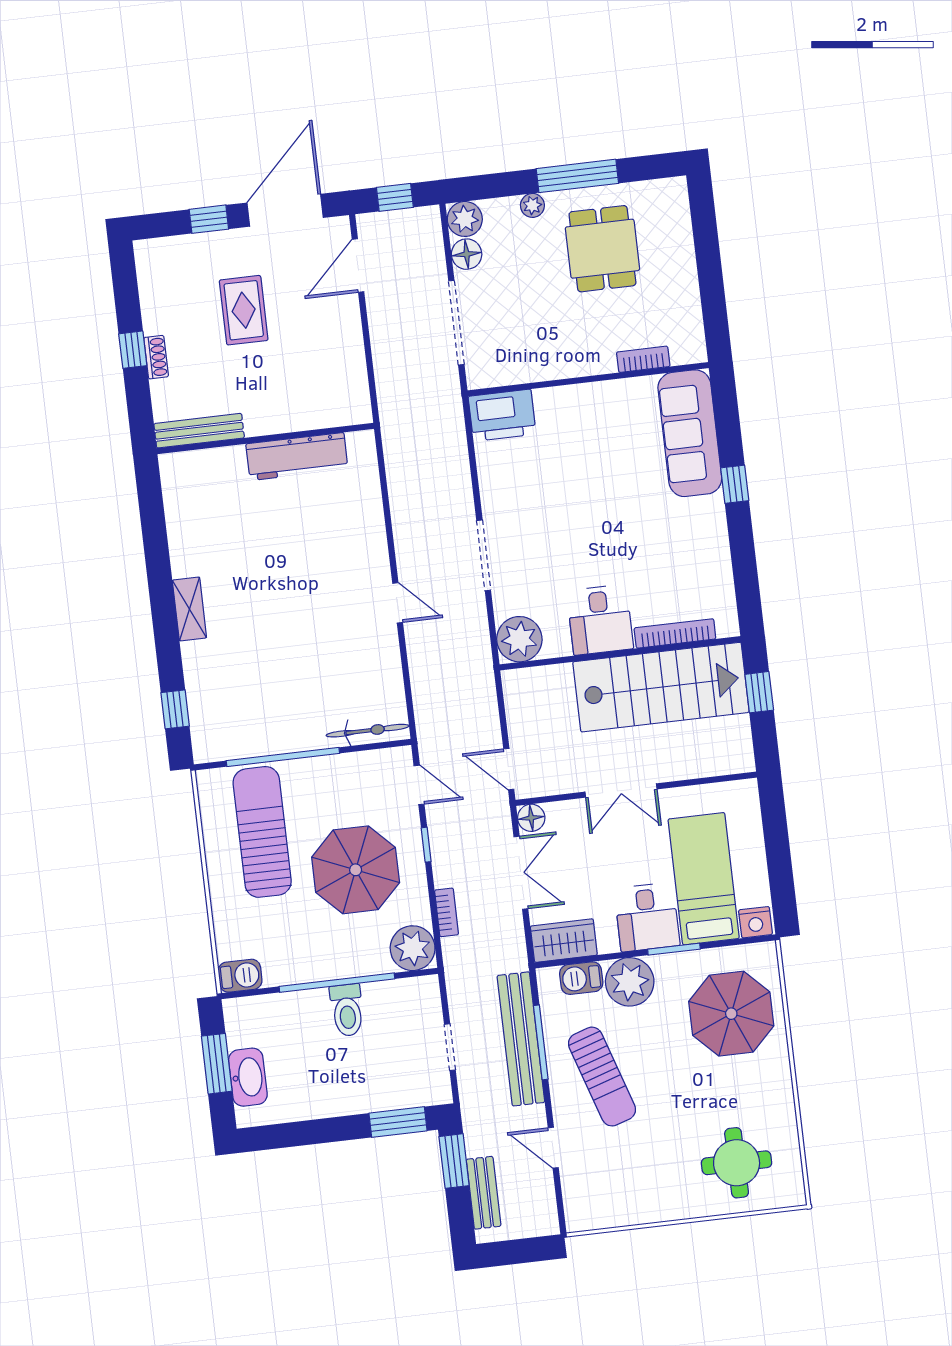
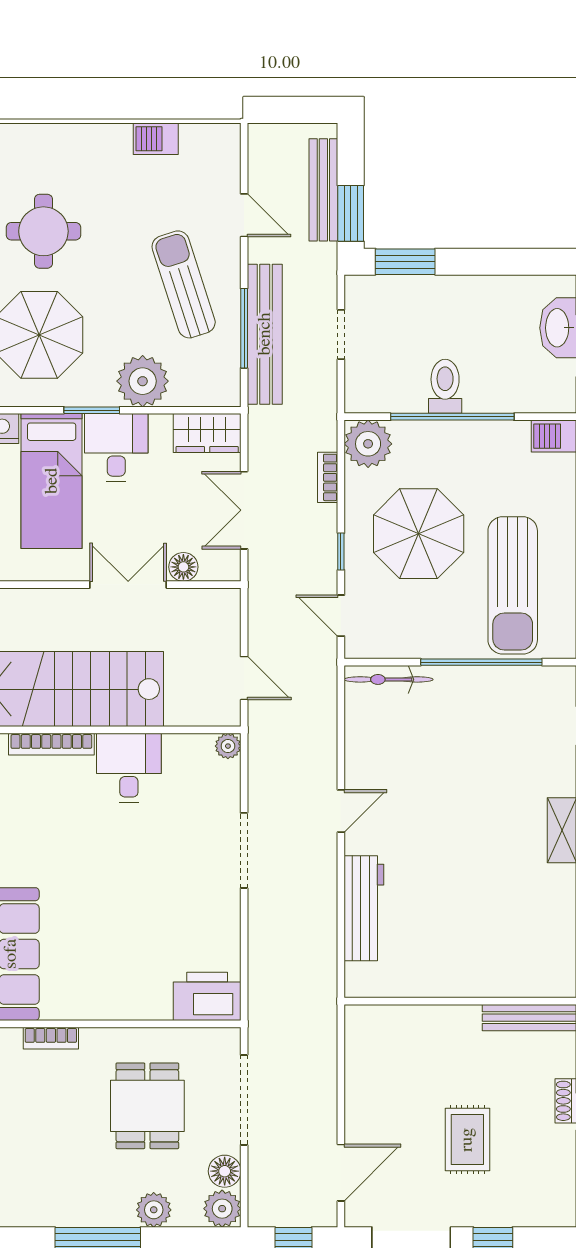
plant: (532, 205) -> (154, 1210), width x1.38, depth x1.38
dining table: (602, 249) -> (147, 1106), moved
workbench: (297, 457) -> (364, 908), moved, turned 90
door: (398, 603) -> (341, 811), swing flipped
plant: (519, 639) -> (228, 746), width x0.53, depth x0.53
door: (509, 769) -> (244, 678), moved
floor lamp: (531, 818) -> (183, 567), moved
barbecue: (581, 978) -> (156, 139), moved, turned 180
round table: (737, 1163) -> (43, 231), moved
bench: (484, 1193) -> (323, 190), width x1.36

